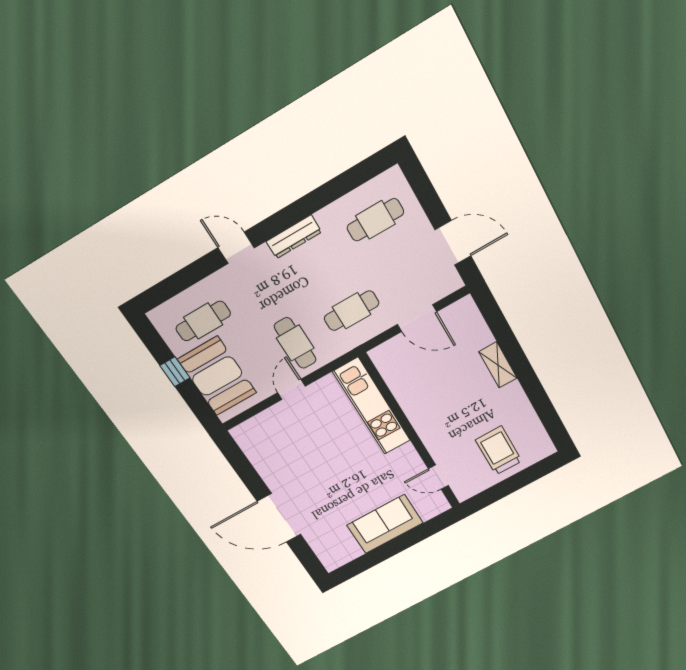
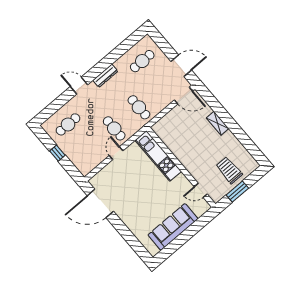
cafe table: (352, 311) -> (139, 107), turned 90
door: (417, 318) -> (183, 96), moved
booth: (217, 376) -> (78, 152), removed
window: (504, 489) -> (237, 192), added
door: (279, 518) -> (100, 203), moved
sofa: (385, 524) -> (173, 227), width x1.36

